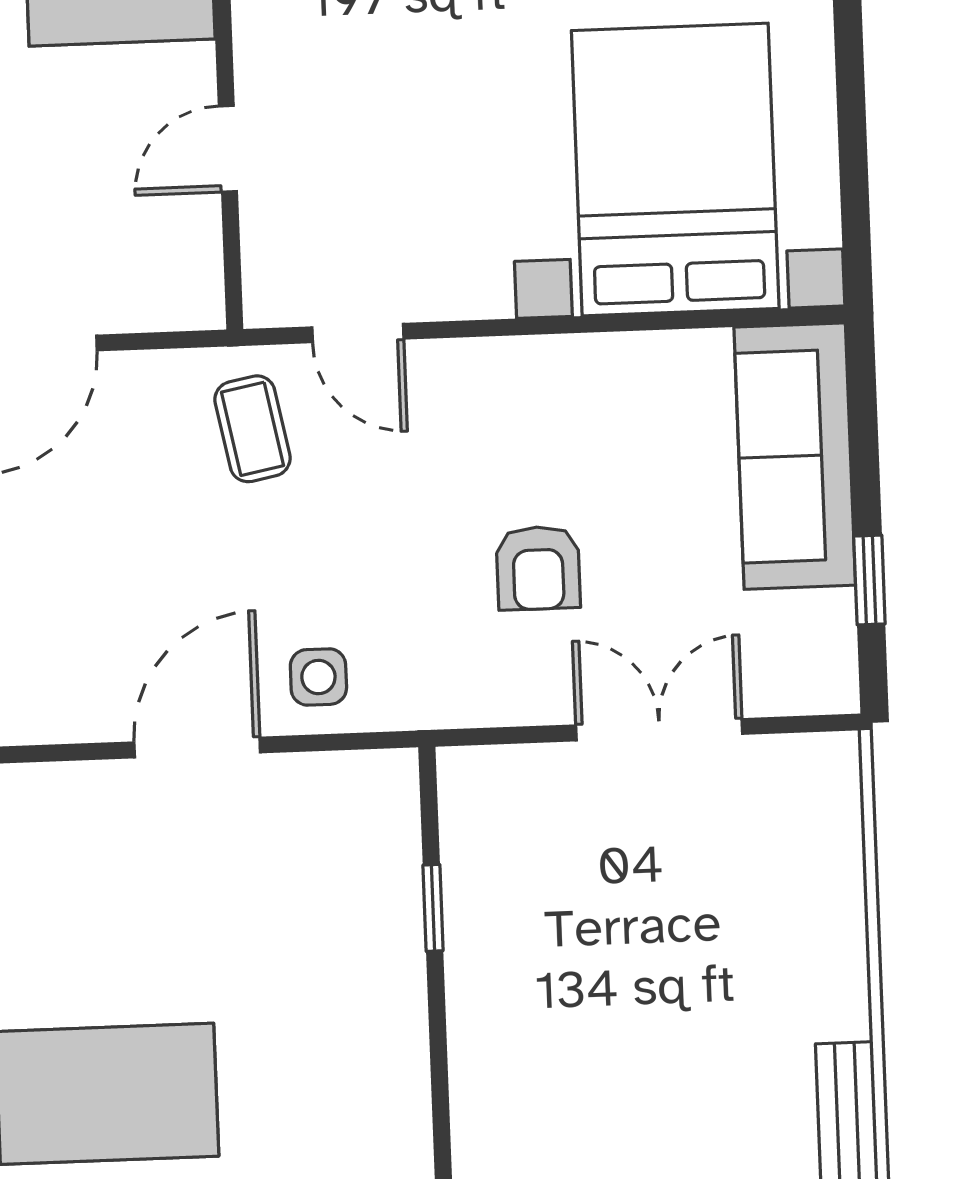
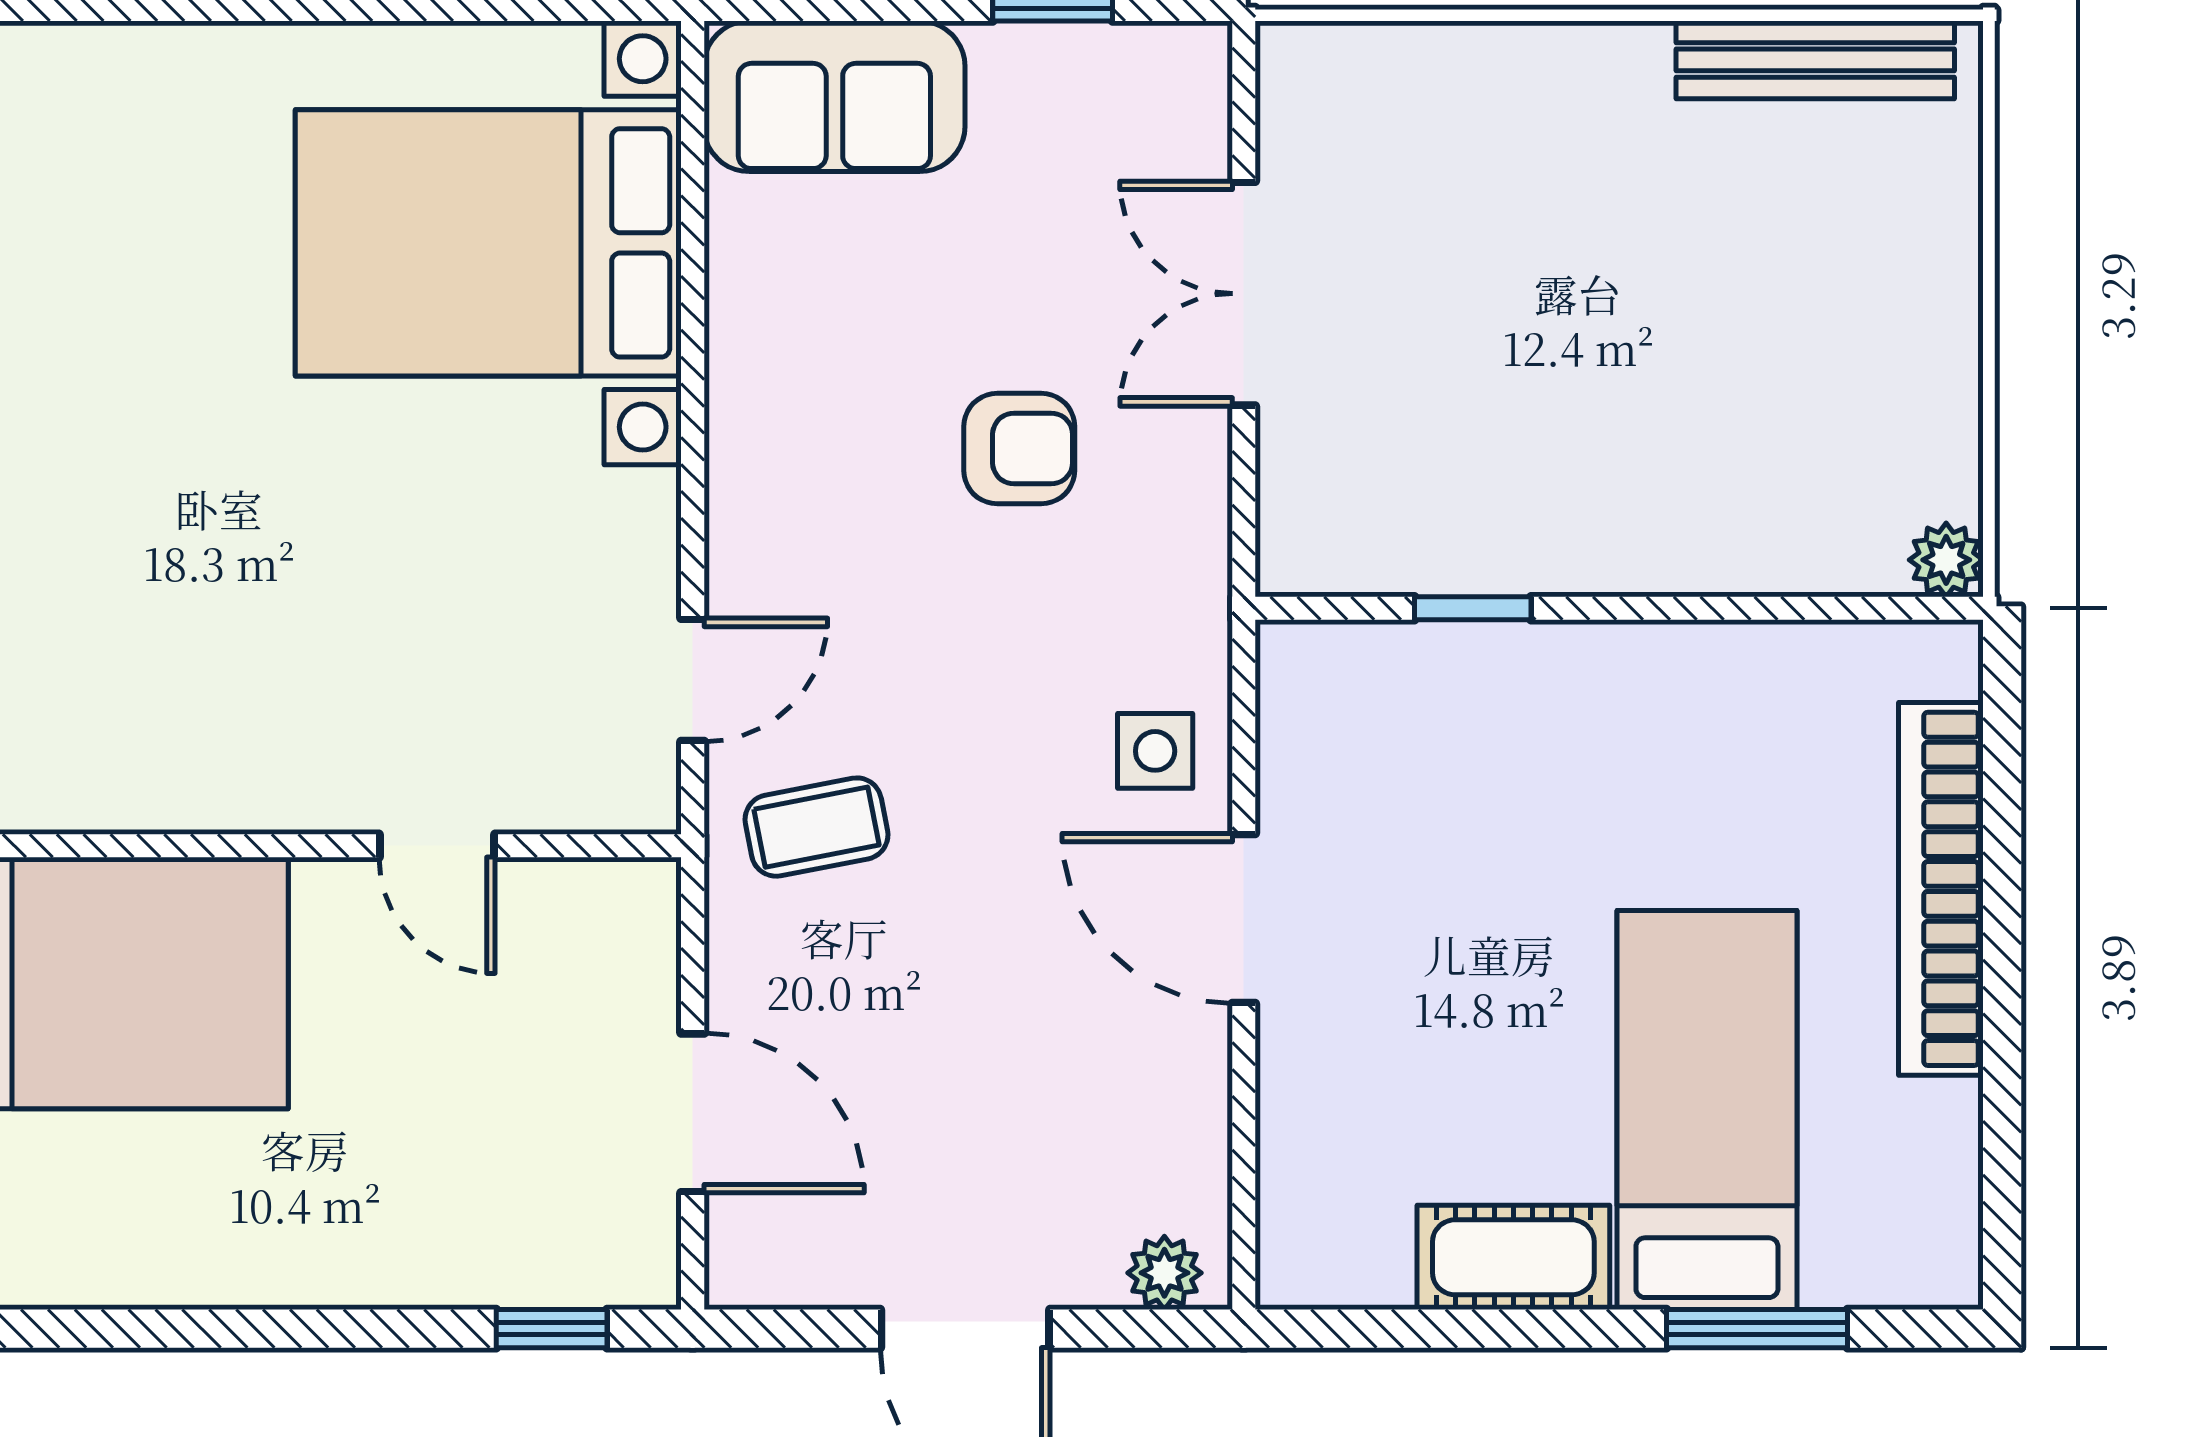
sofa: (795, 456) -> (834, 96), width x0.73

